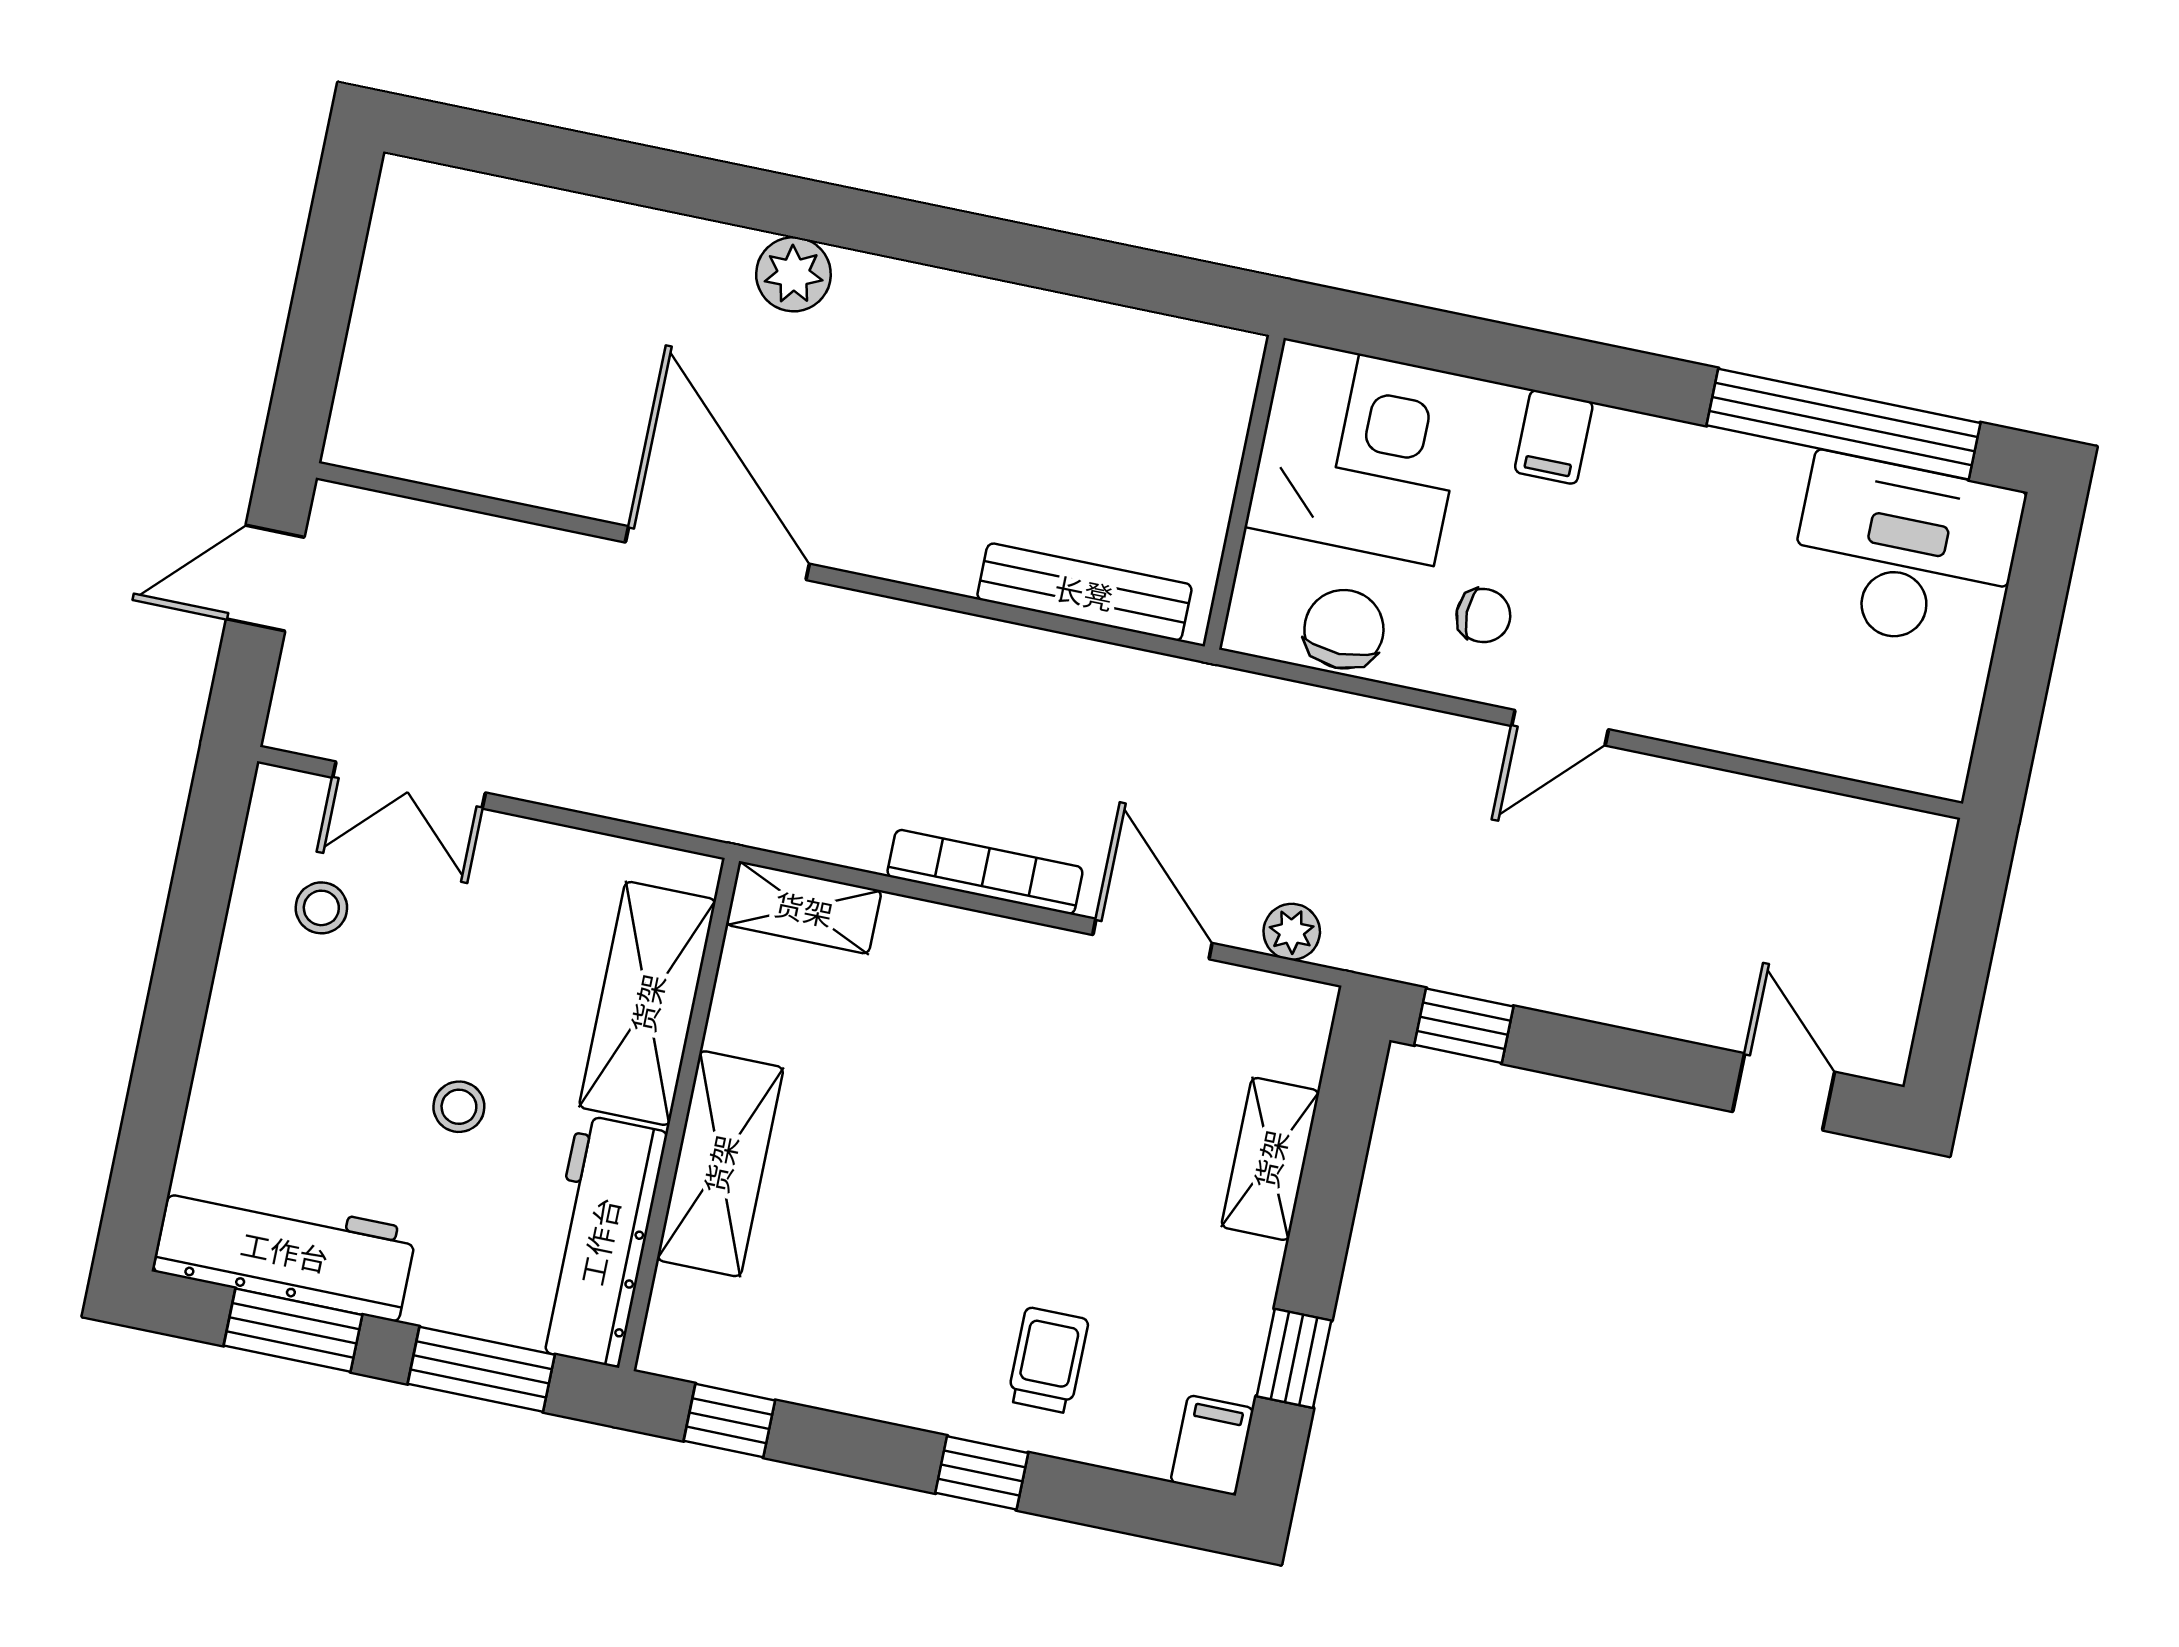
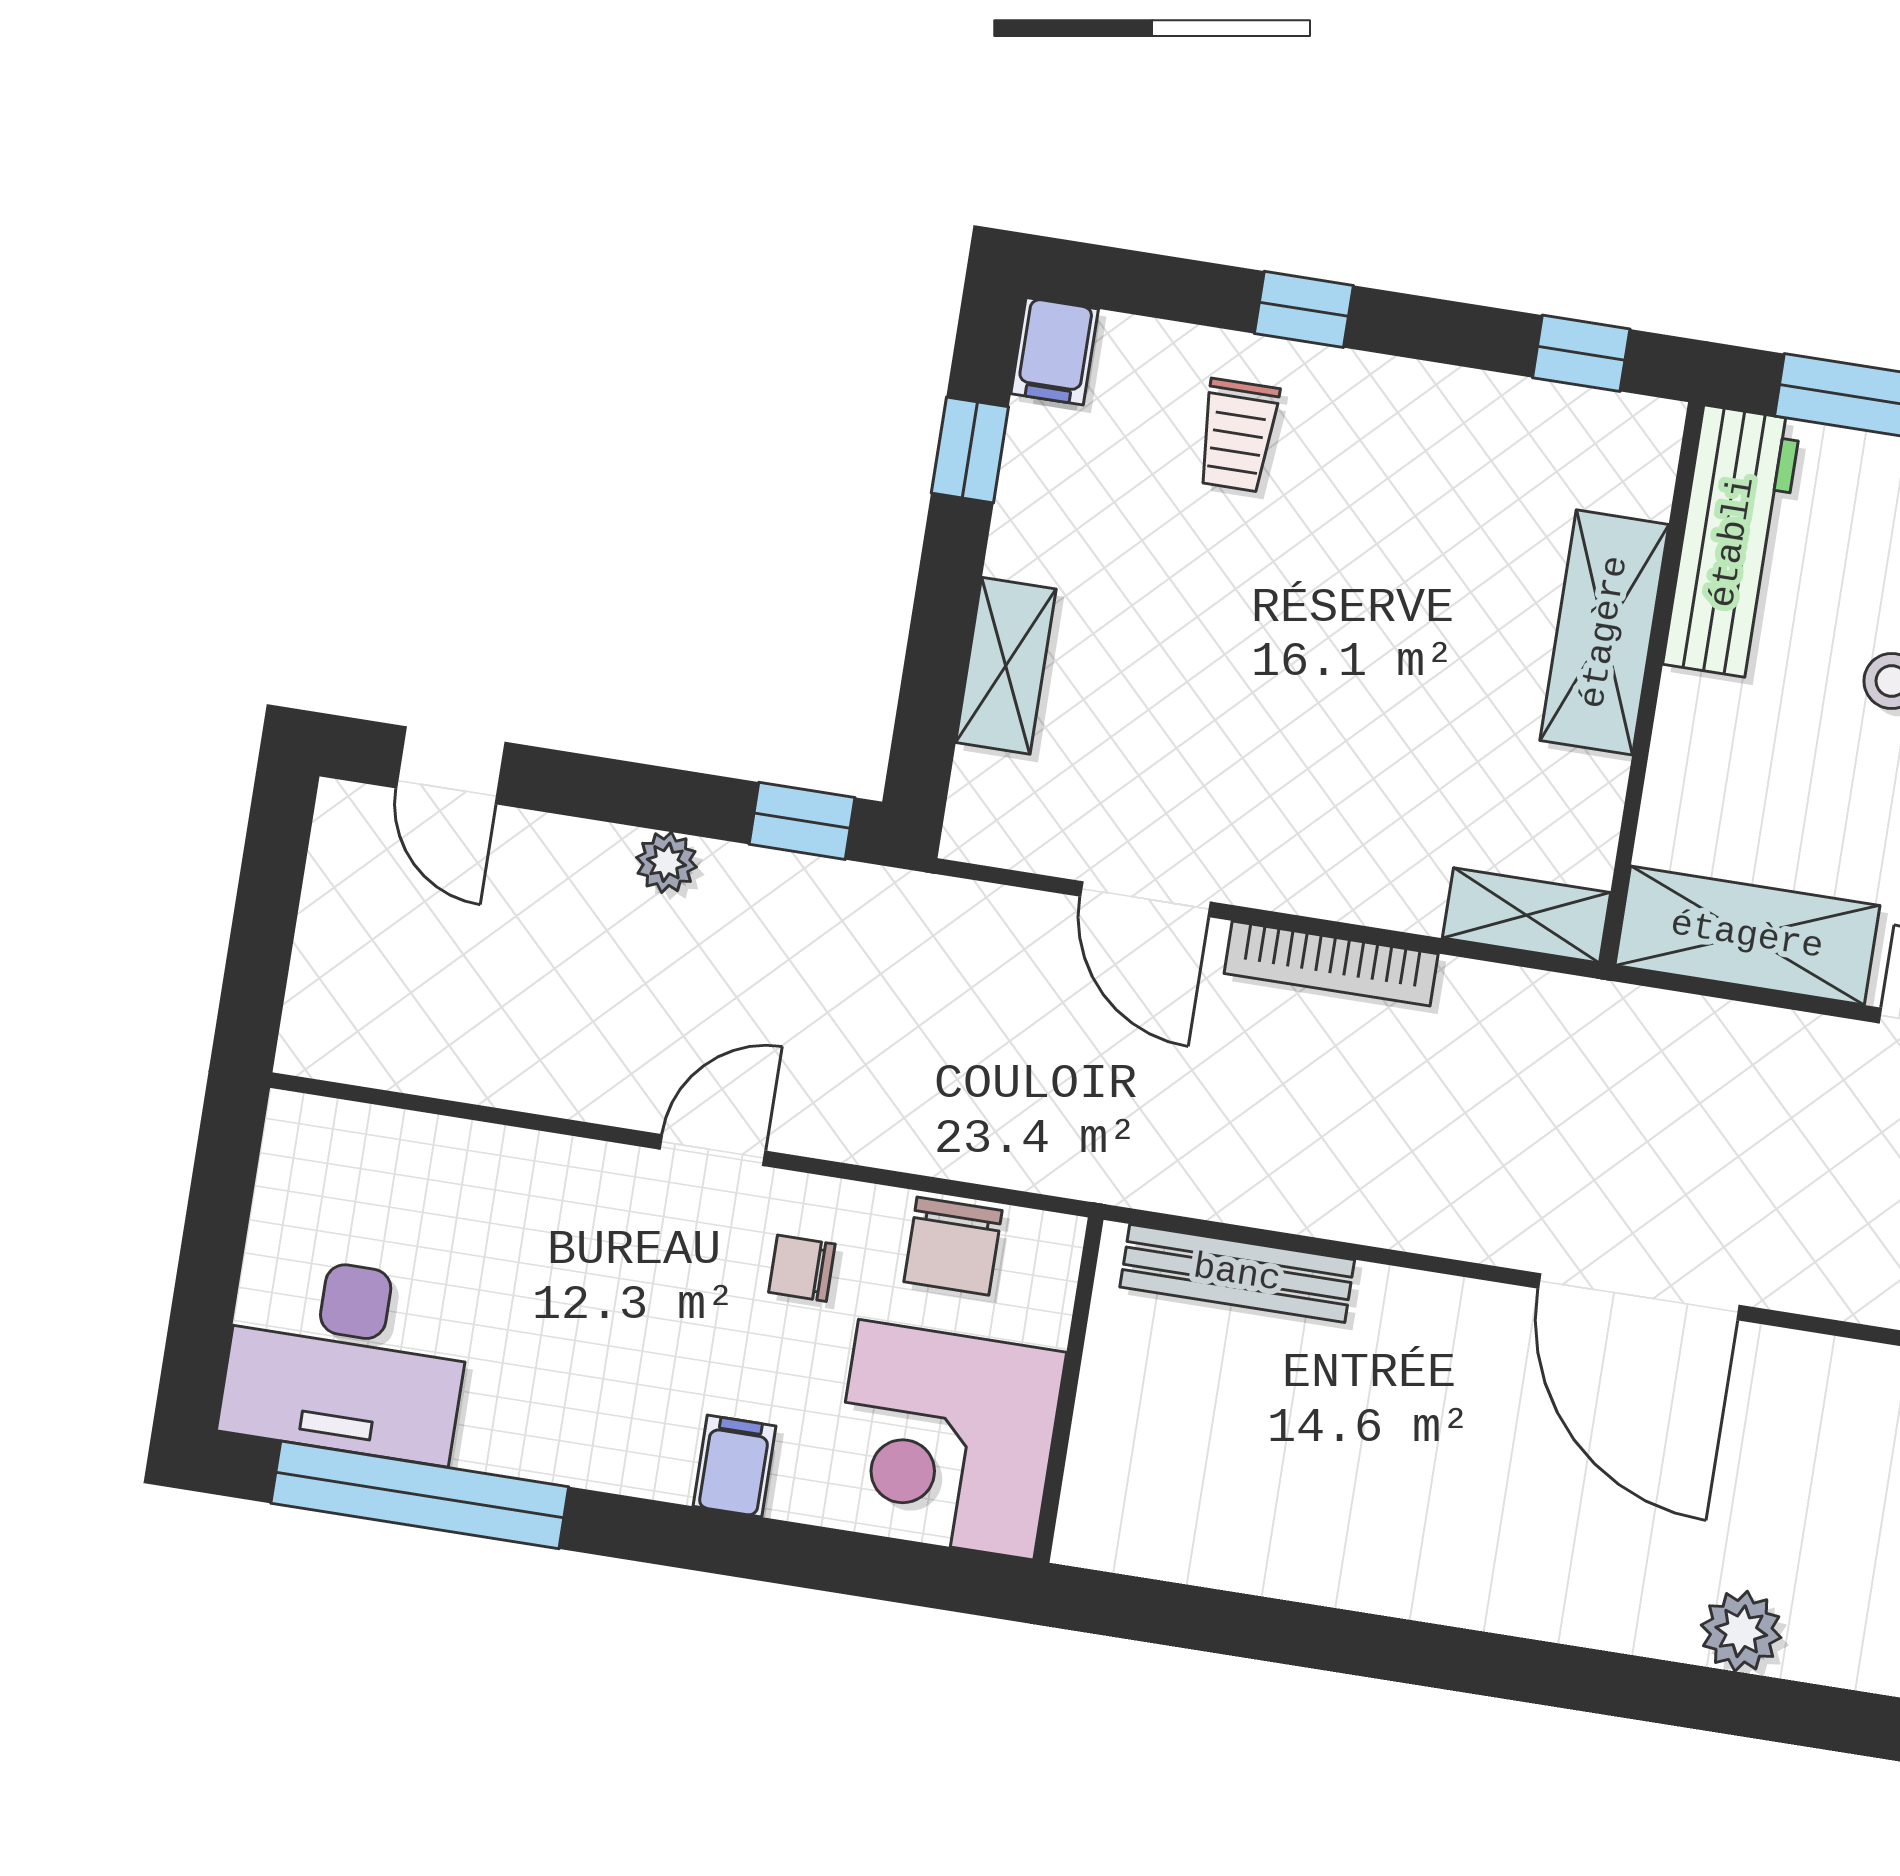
plant: (793, 274) -> (1741, 1631), moved
plant: (1292, 932) -> (667, 862), moved
shelving: (647, 1003) -> (1747, 935), moved, turned 90

